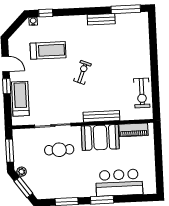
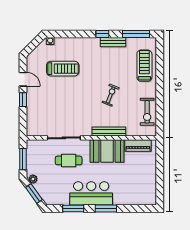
window: (46, 13) -> (102, 34), moved
exercise bike: (82, 72) -> (111, 95), moved
treadmill: (20, 99) -> (144, 66), moved
bar counter: (119, 183) -> (91, 193), moved

